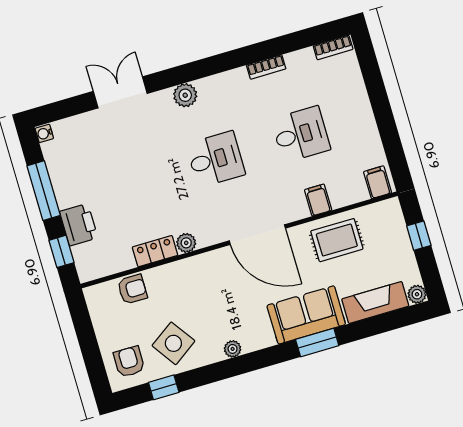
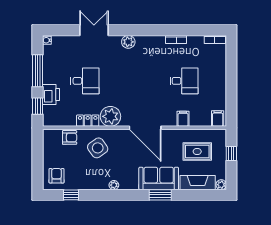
desk: (216, 159) -> (85, 81), moved
rug: (337, 240) -> (197, 151), moved
plant: (186, 243) -> (110, 116), width x1.87, depth x1.87
side table: (173, 343) -> (98, 148), moved

